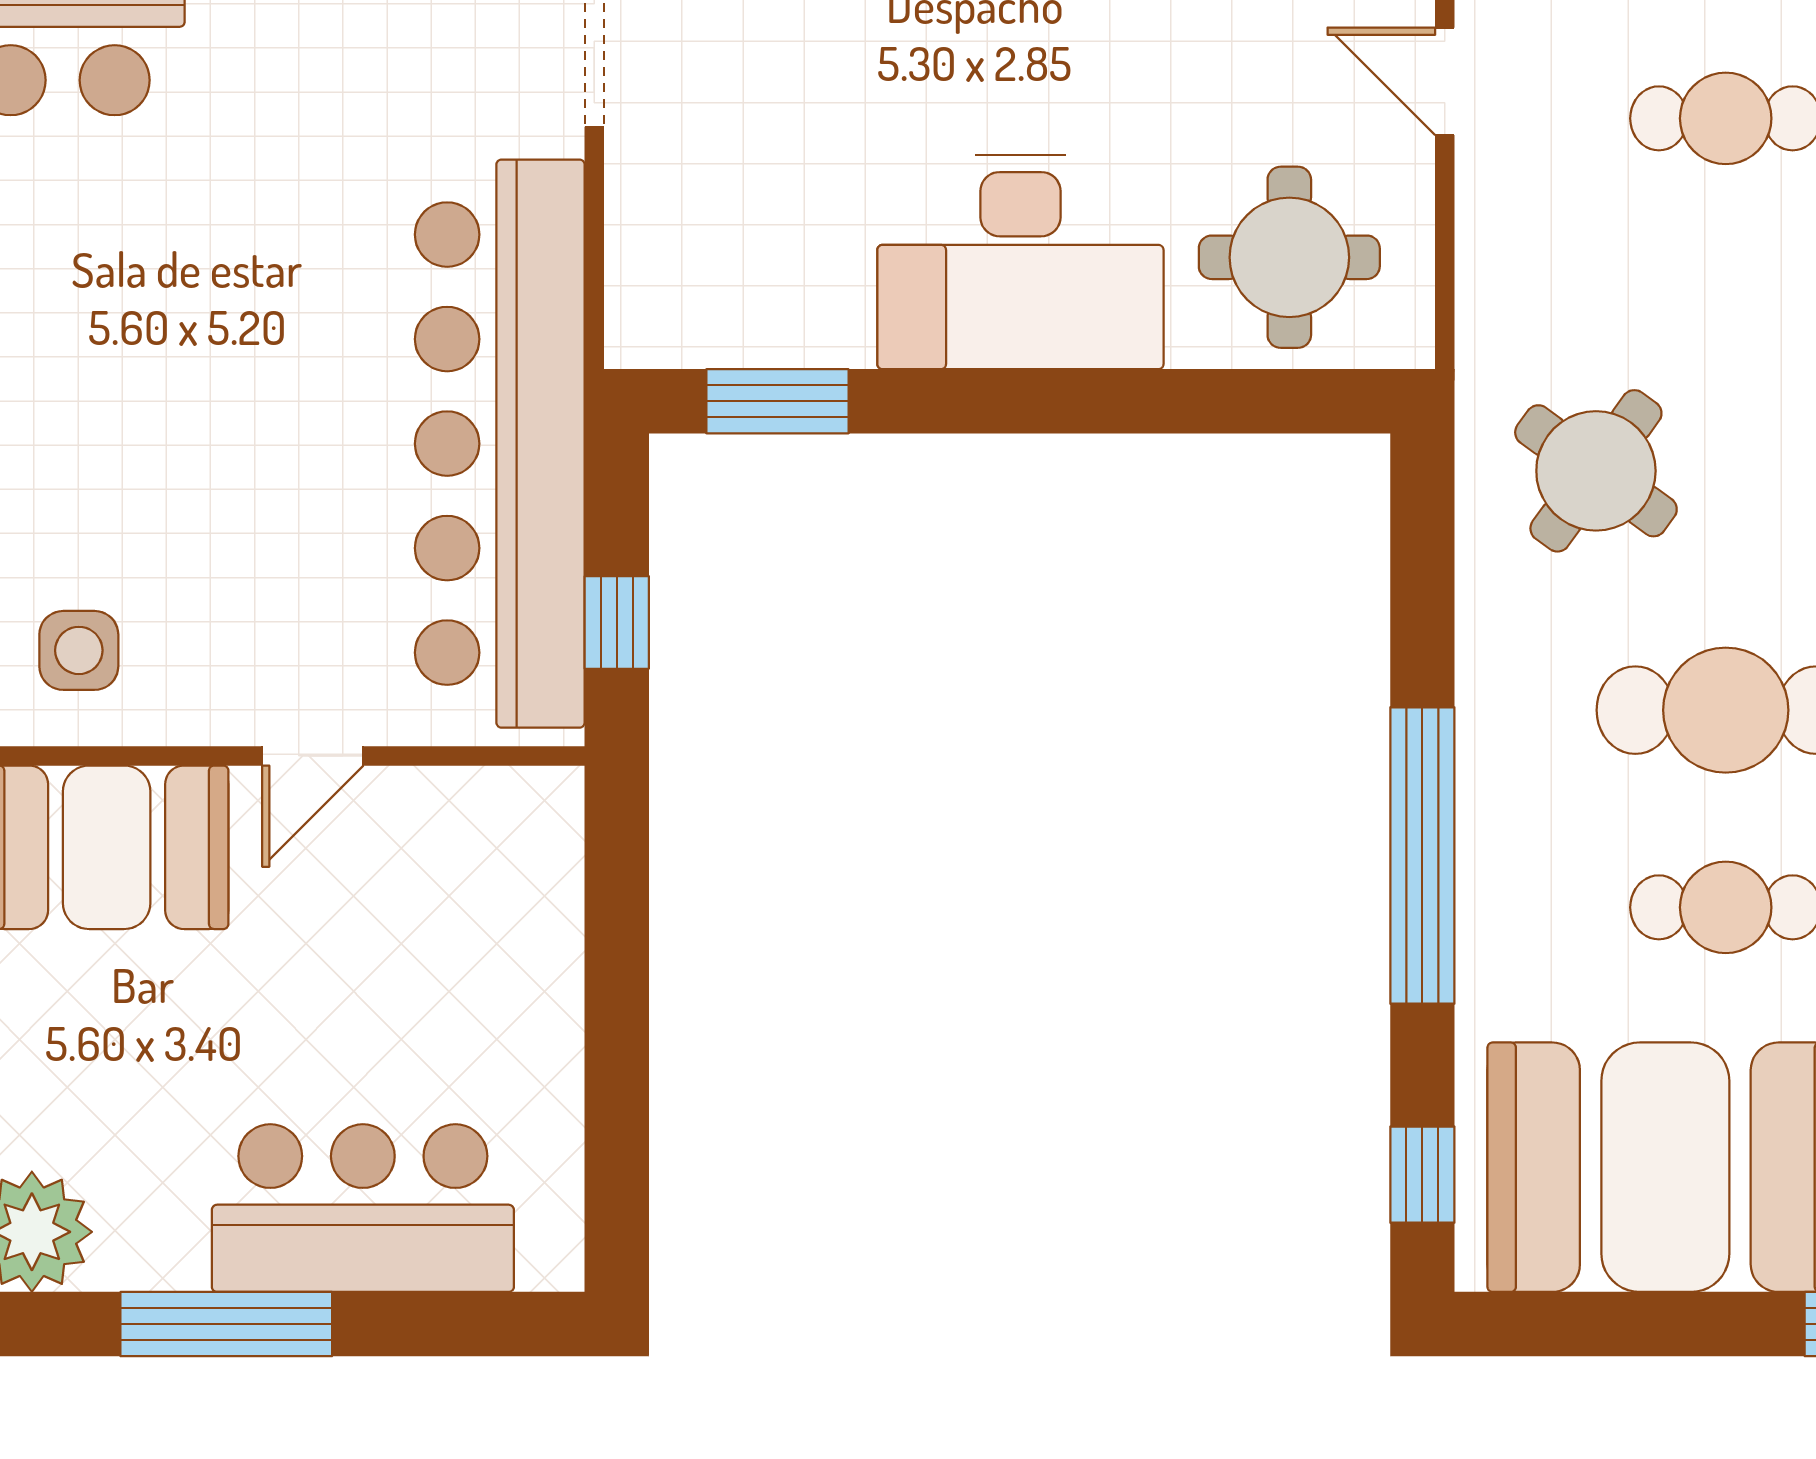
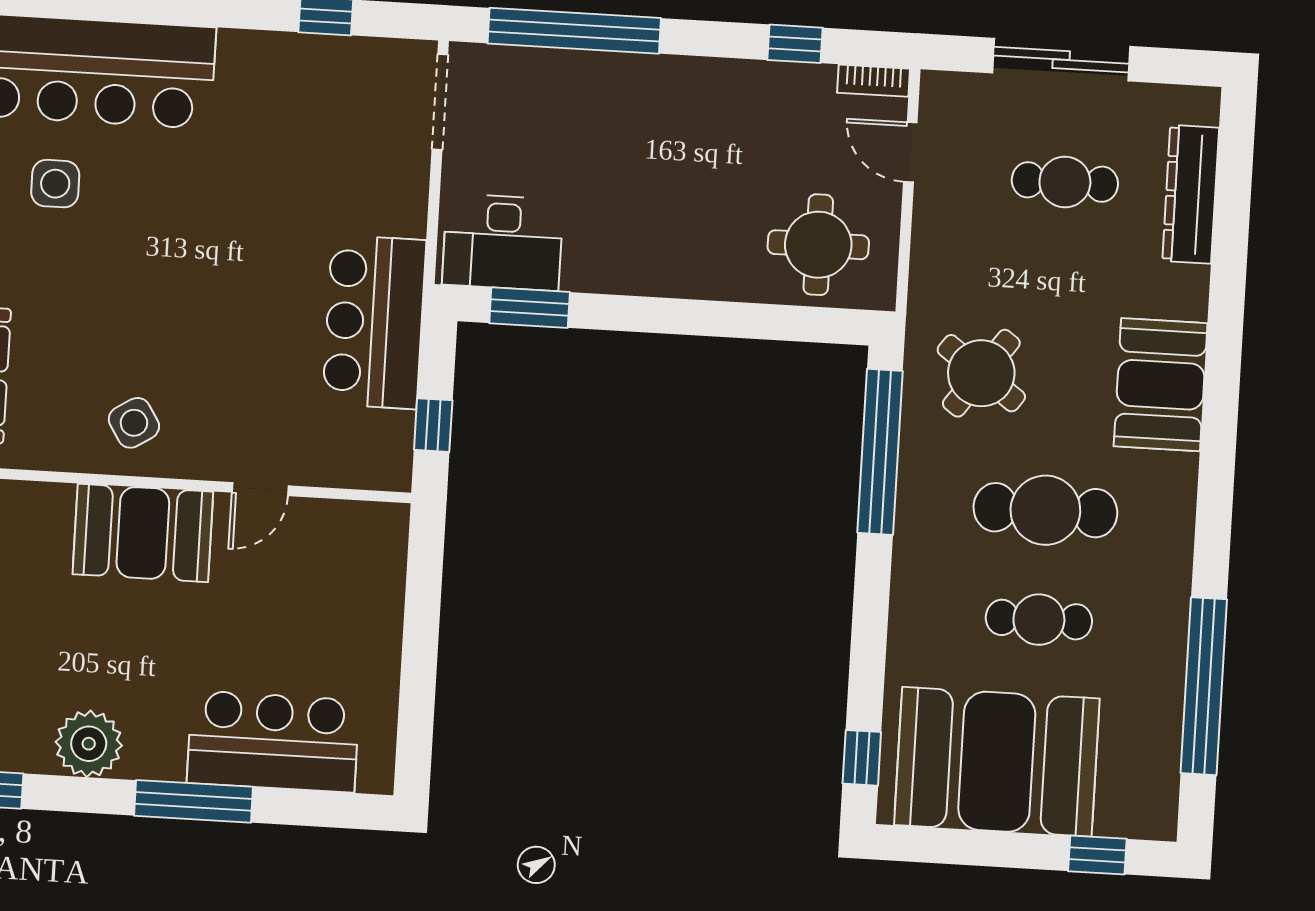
desk: (1020, 262) -> (503, 242), moved, width x0.73, depth x0.77
bar counter: (500, 444) -> (374, 322), width x0.54
side table: (79, 650) -> (134, 423), turned -32
window: (1422, 856) -> (880, 452), moved

